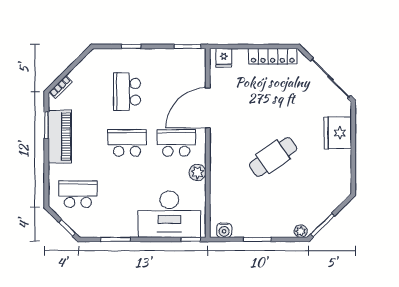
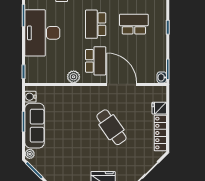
washbasin: (198, 54) -> (162, 77), added
fridge: (224, 58) -> (159, 108), moved
school desk: (127, 143) -> (96, 24), turned 180
cafe table: (273, 157) -> (111, 127), moved
desk: (169, 214) -> (42, 33), moved
sofa: (263, 225) -> (35, 126), added

